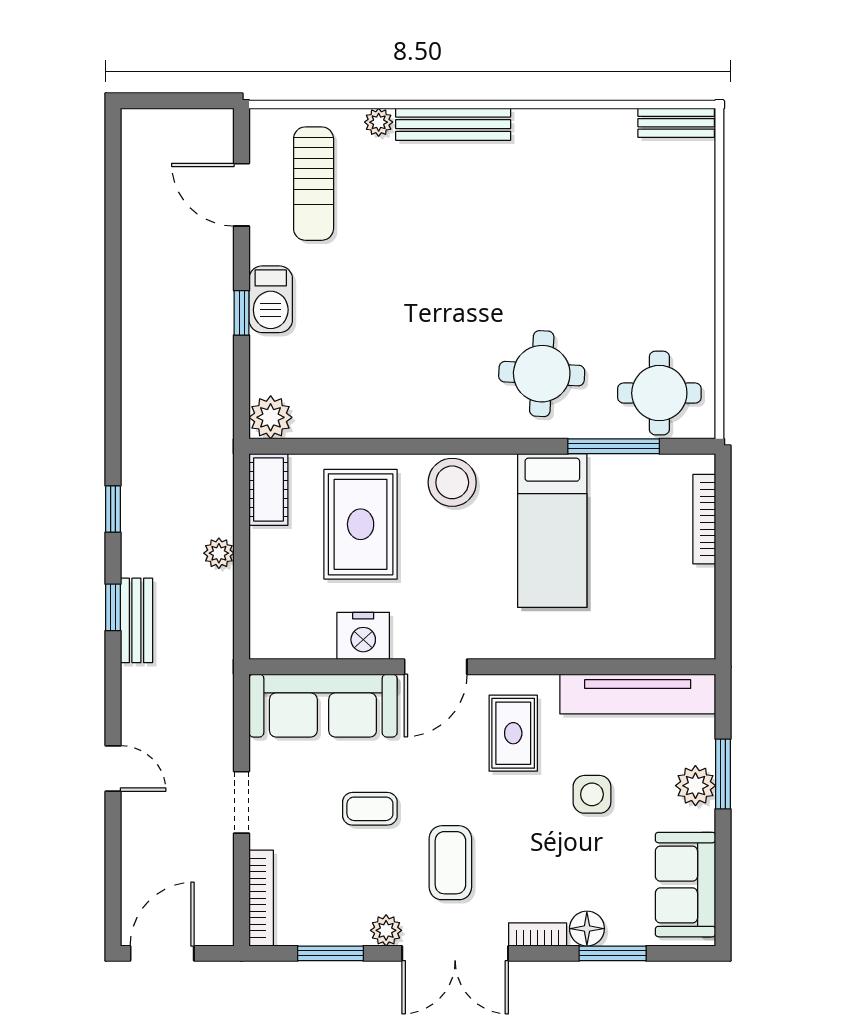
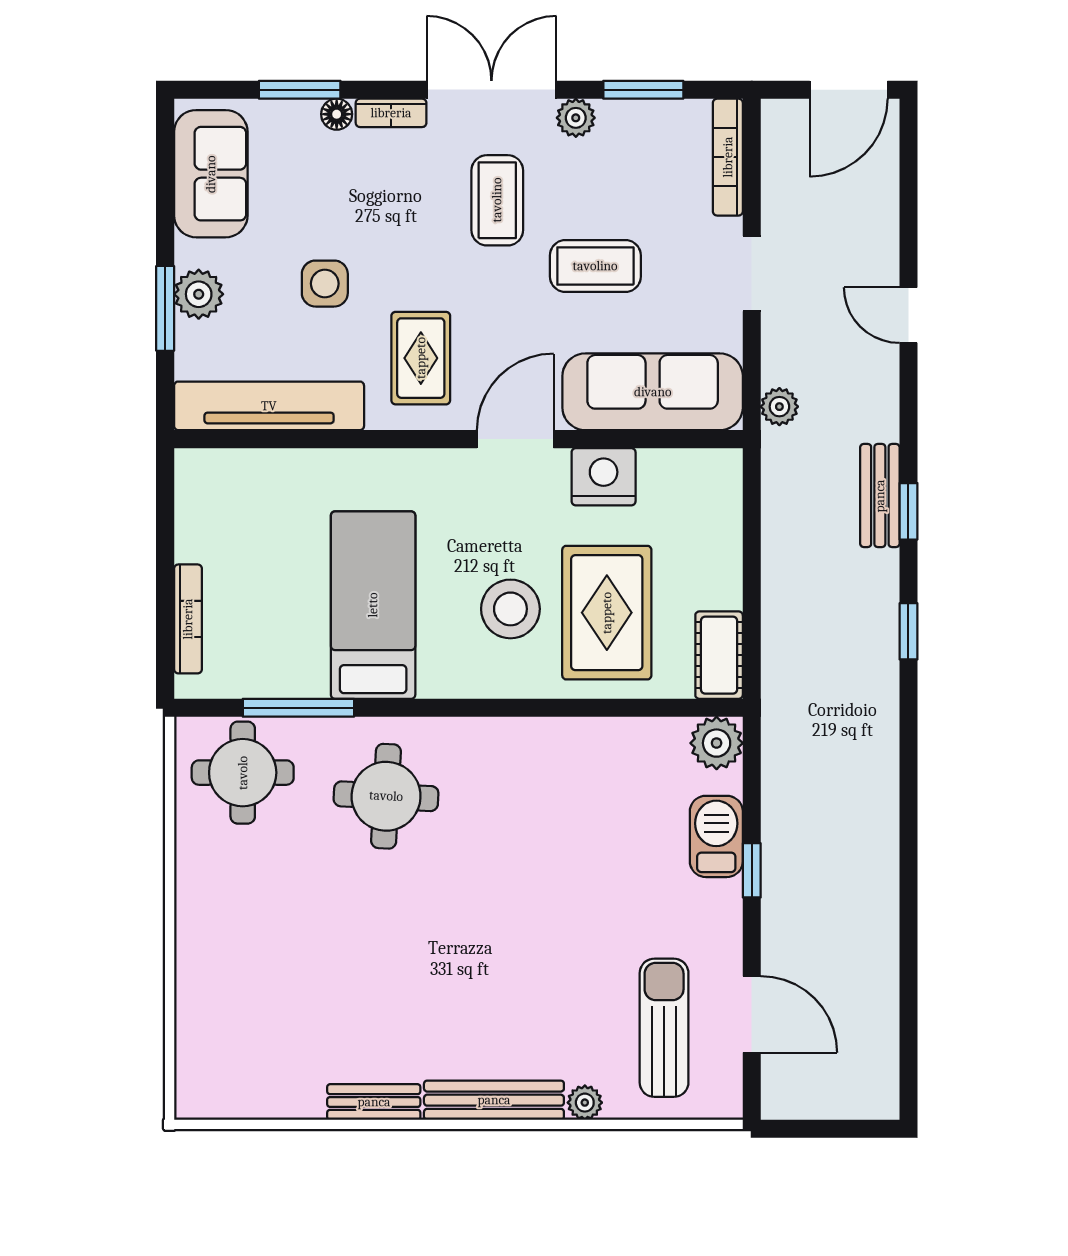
bench: (676, 123) -> (374, 1102), moved
barbecue: (271, 299) -> (716, 836), moved
stool: (452, 482) -> (510, 609), moved
plant: (219, 553) -> (779, 407), moved
coffee table: (370, 809) -> (595, 266), width x1.36, depth x1.30
floor lamp: (587, 929) -> (337, 114), width x0.73, depth x0.73

